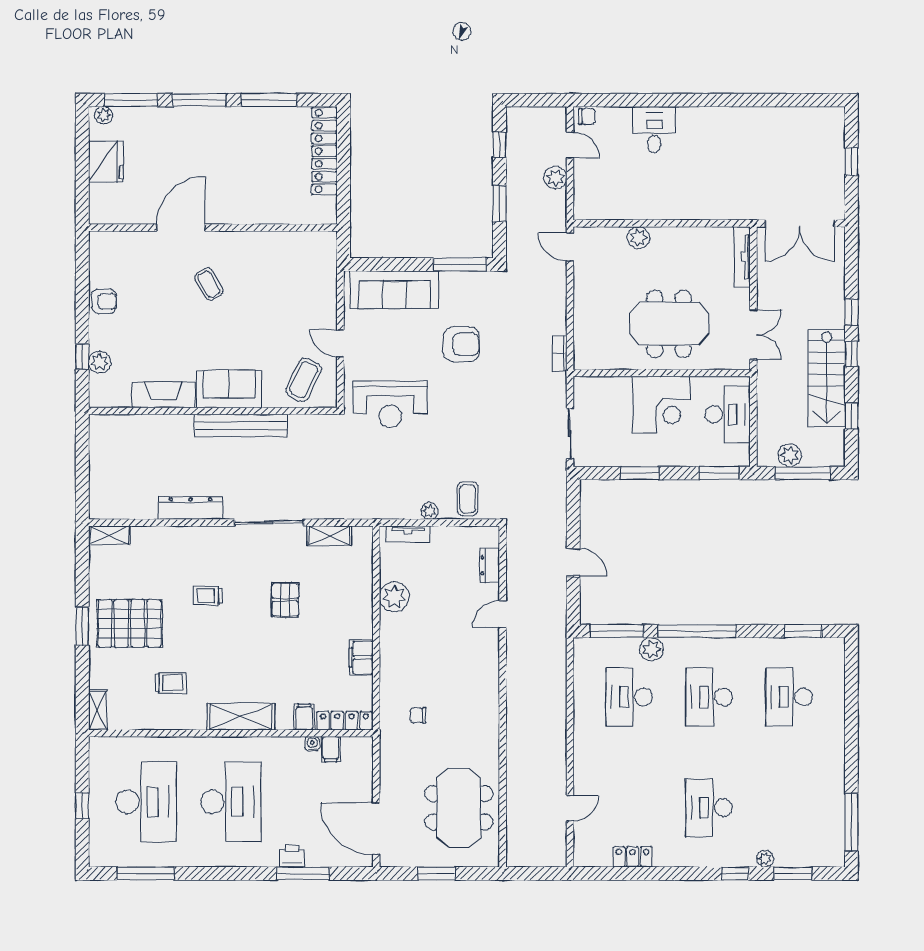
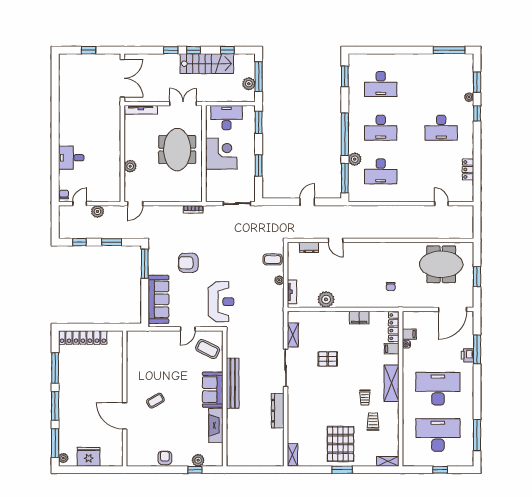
armchair: (461, 344) -> (188, 263), turned -90
trolley: (208, 596) -> (365, 398), moved

